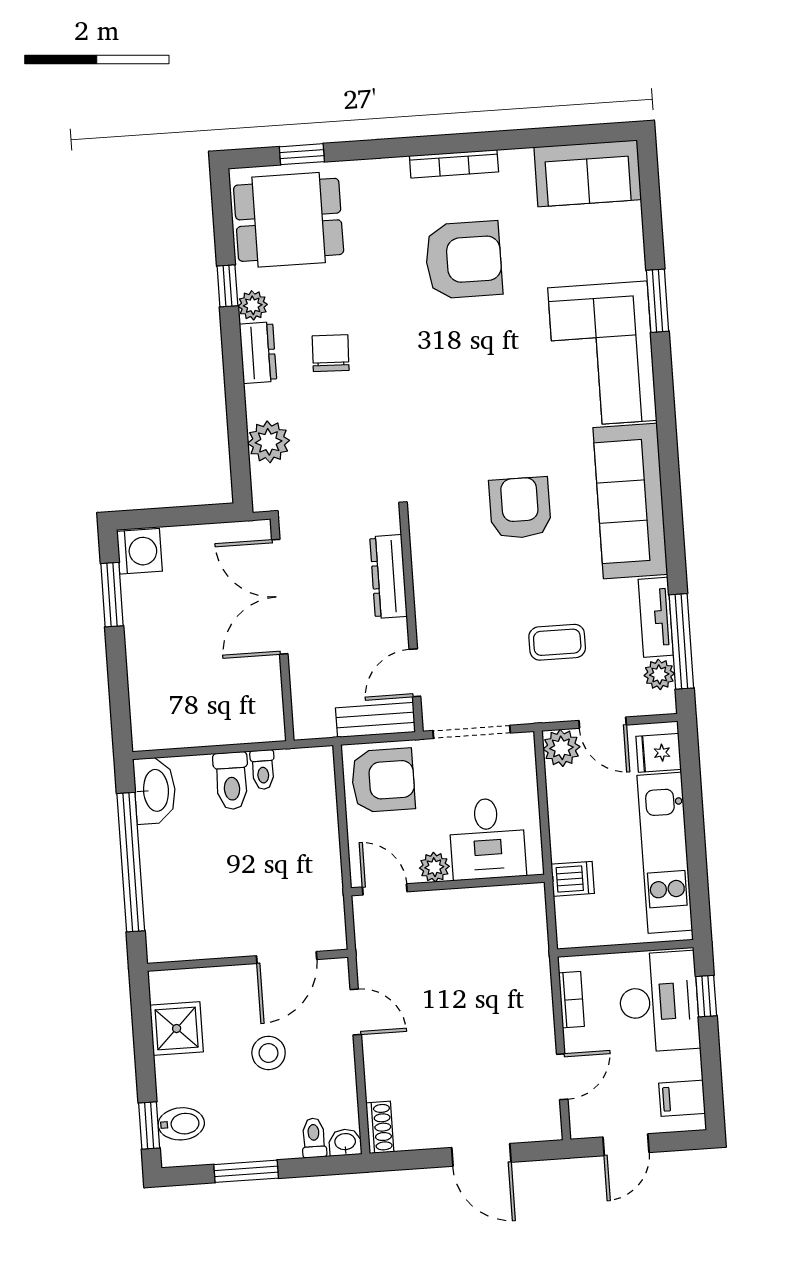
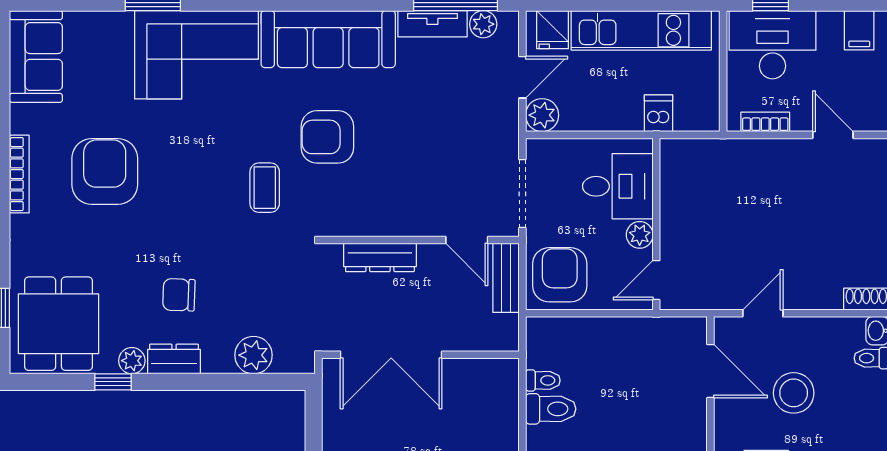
coffee table: (557, 642) -> (265, 188), moved
stool: (269, 1053) -> (794, 393), width x1.38, depth x1.38

